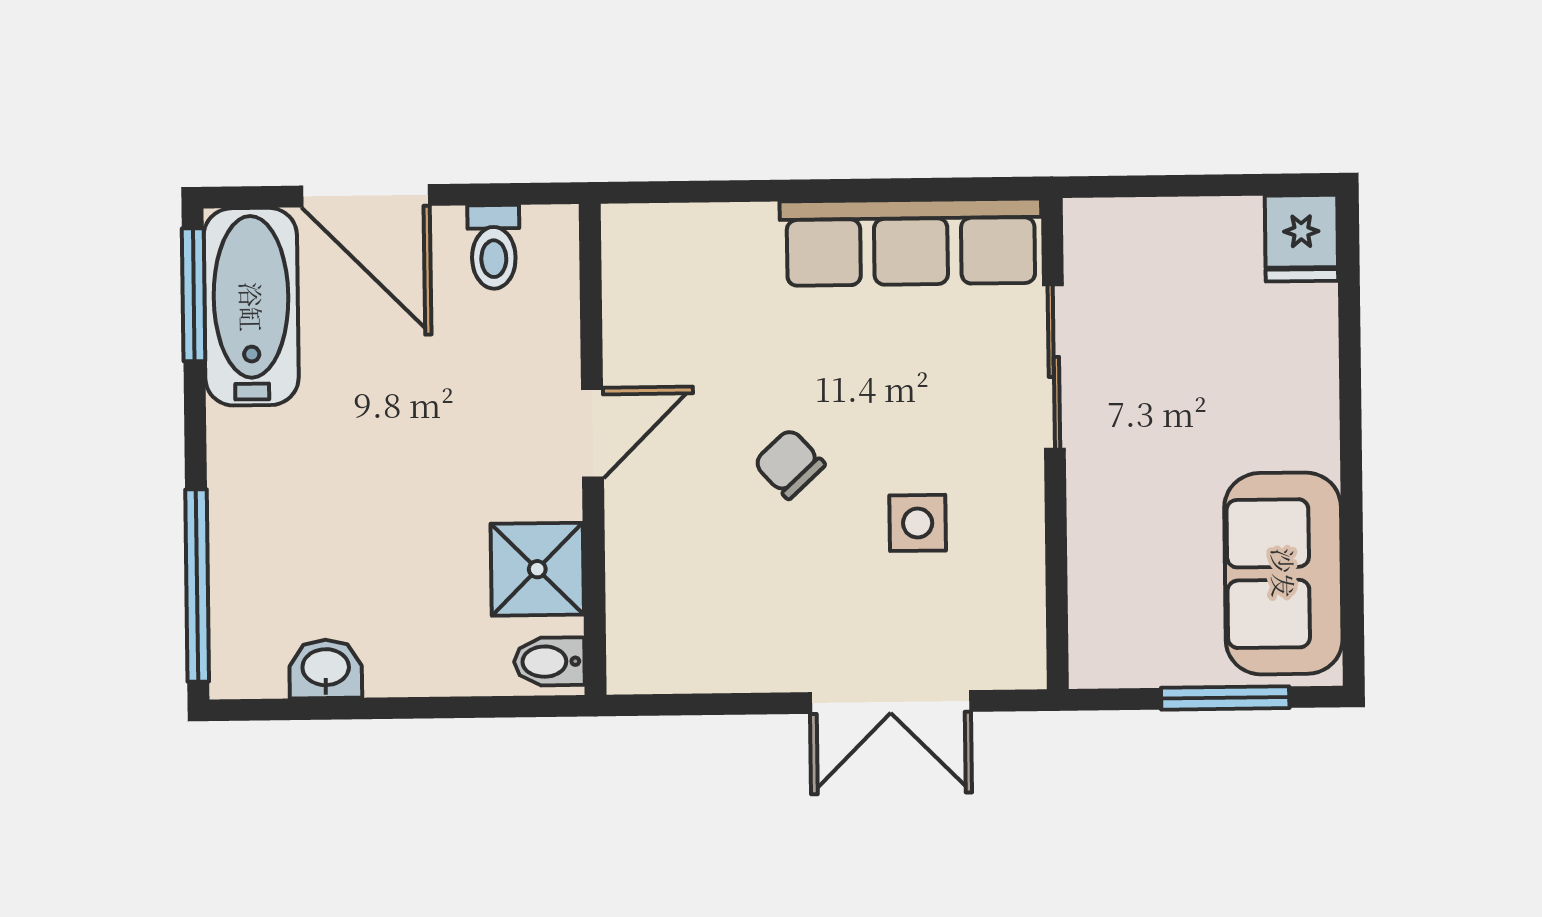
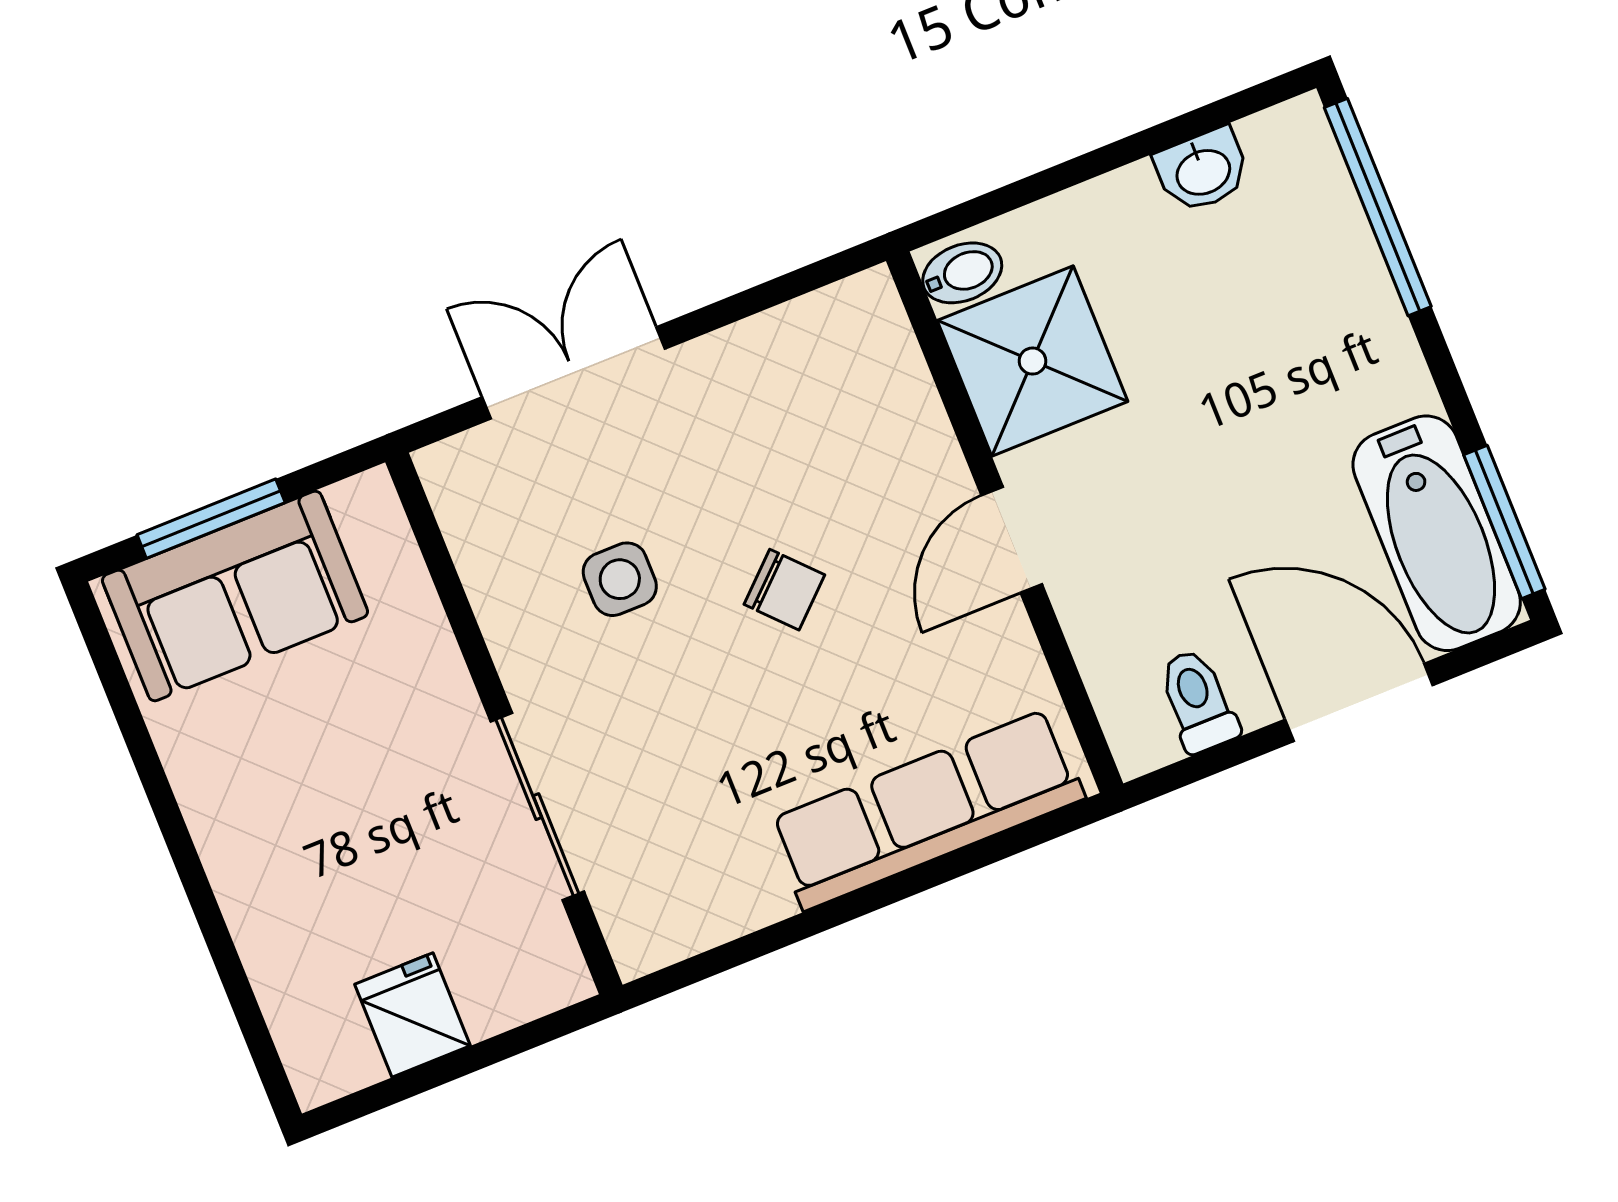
fridge: (1301, 238) -> (413, 1015), moved
row of seats: (911, 242) -> (926, 809), moved
shower: (537, 569) -> (1032, 361), width x1.36, depth x1.36
sofa: (1283, 573) -> (235, 596), moved, turned 90

